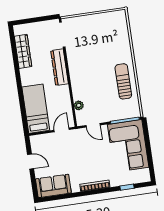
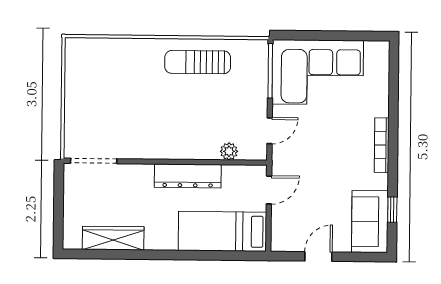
dresser: (60, 67) -> (188, 176), moved
door: (62, 130) -> (269, 190), swing flipped
window: (127, 187) -> (392, 210), moved

